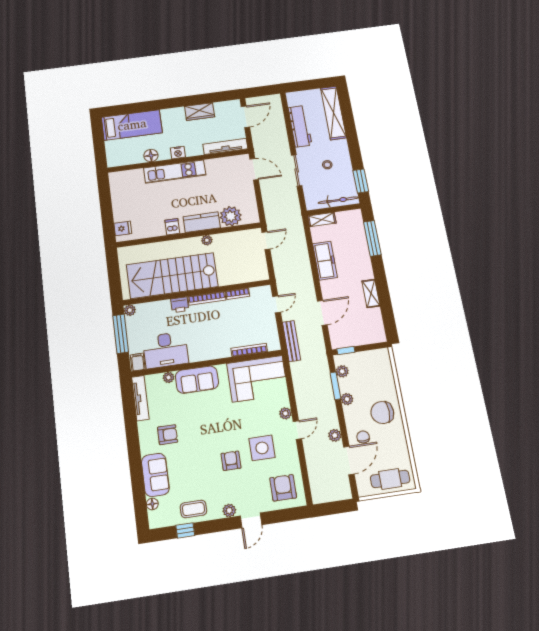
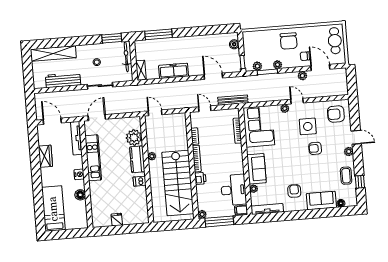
kitchen unit: (175, 172) -> (93, 158), moved
fridge: (123, 228) -> (117, 220), moved
shelving: (371, 294) -> (201, 40), removed
boiler: (370, 338) -> (234, 44), added

